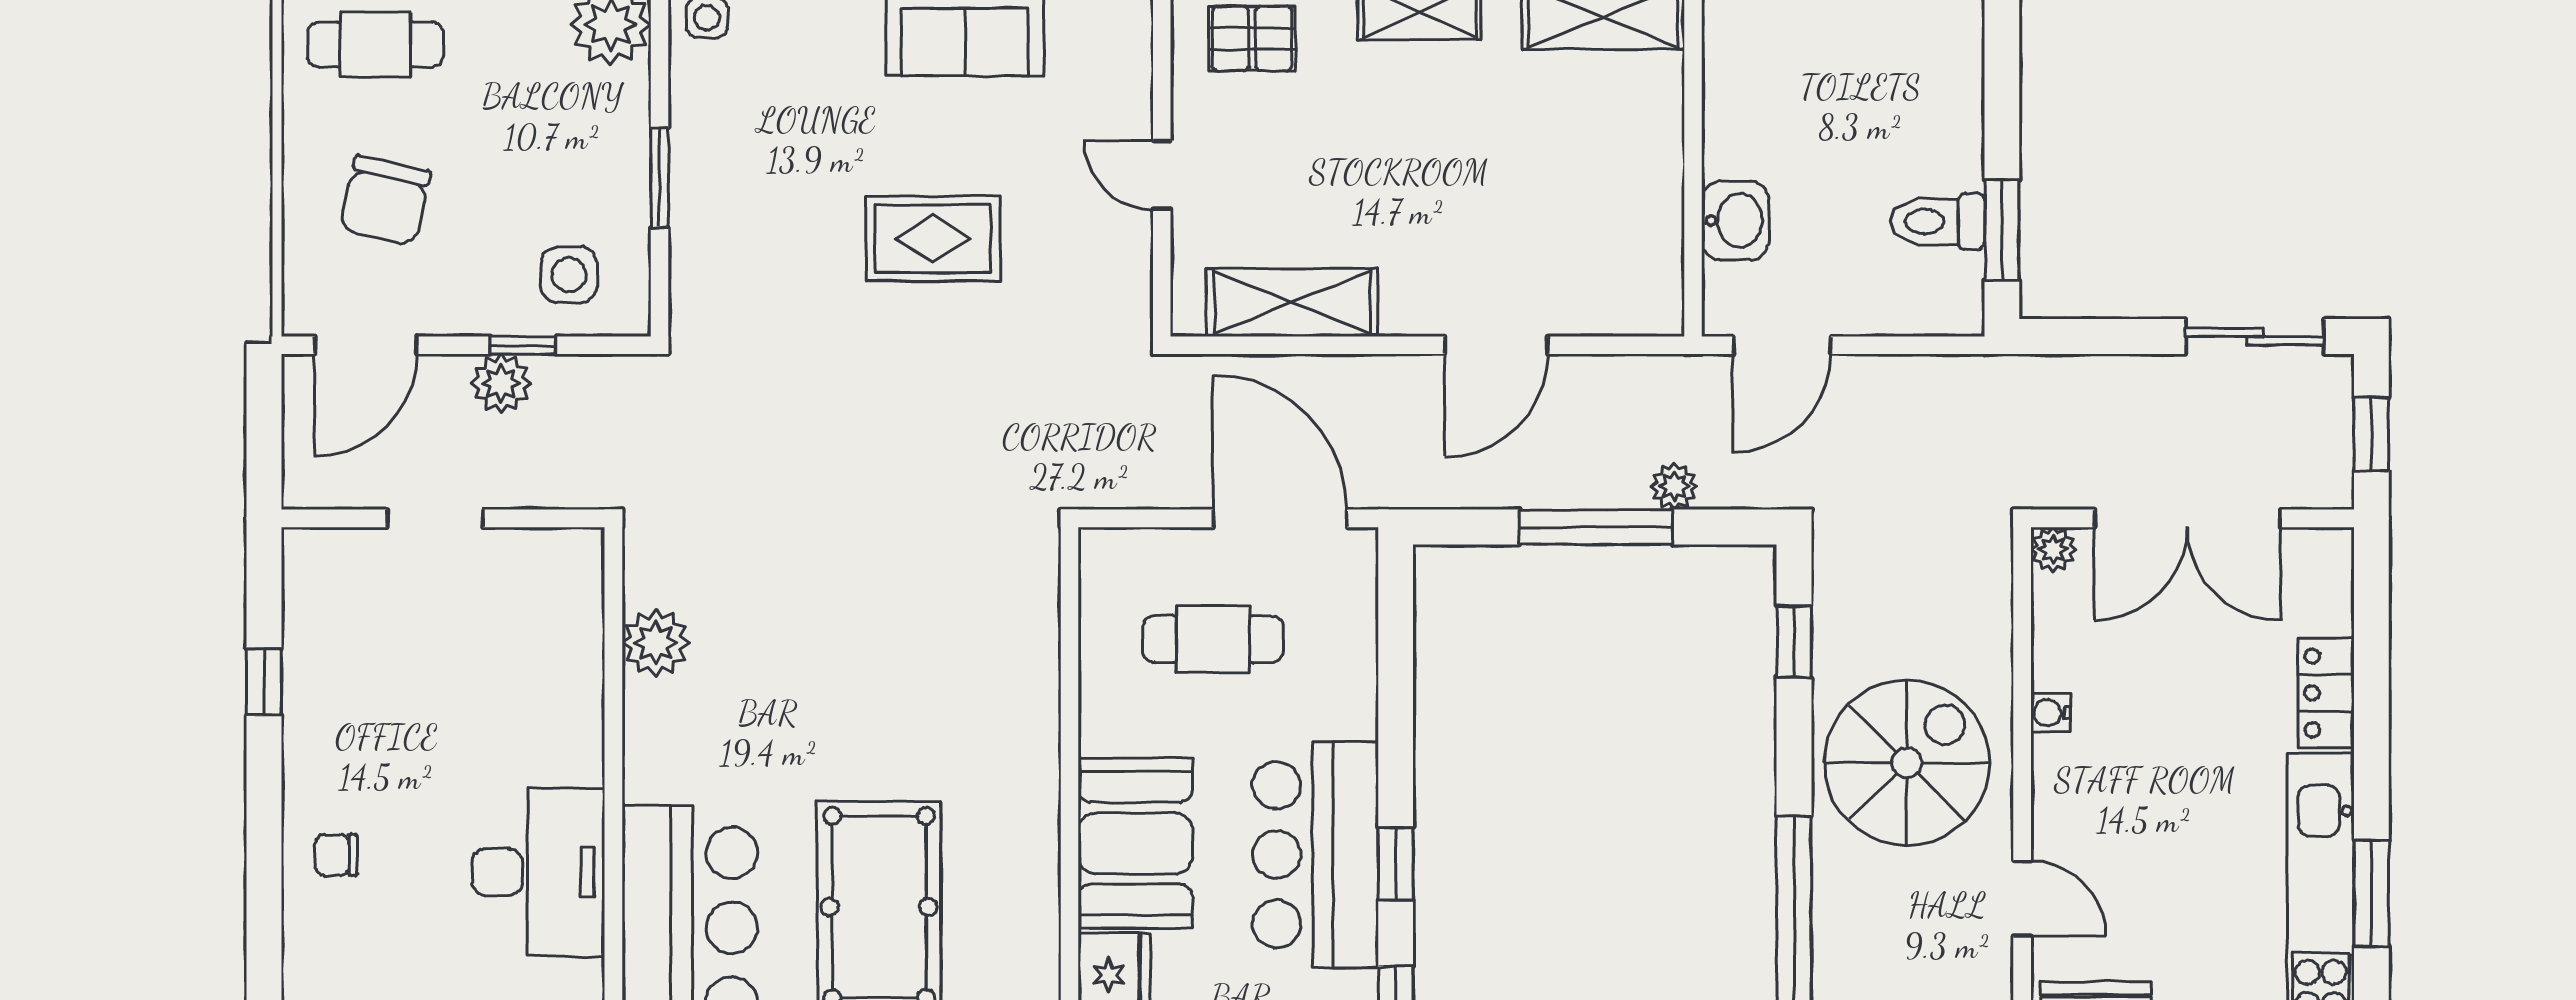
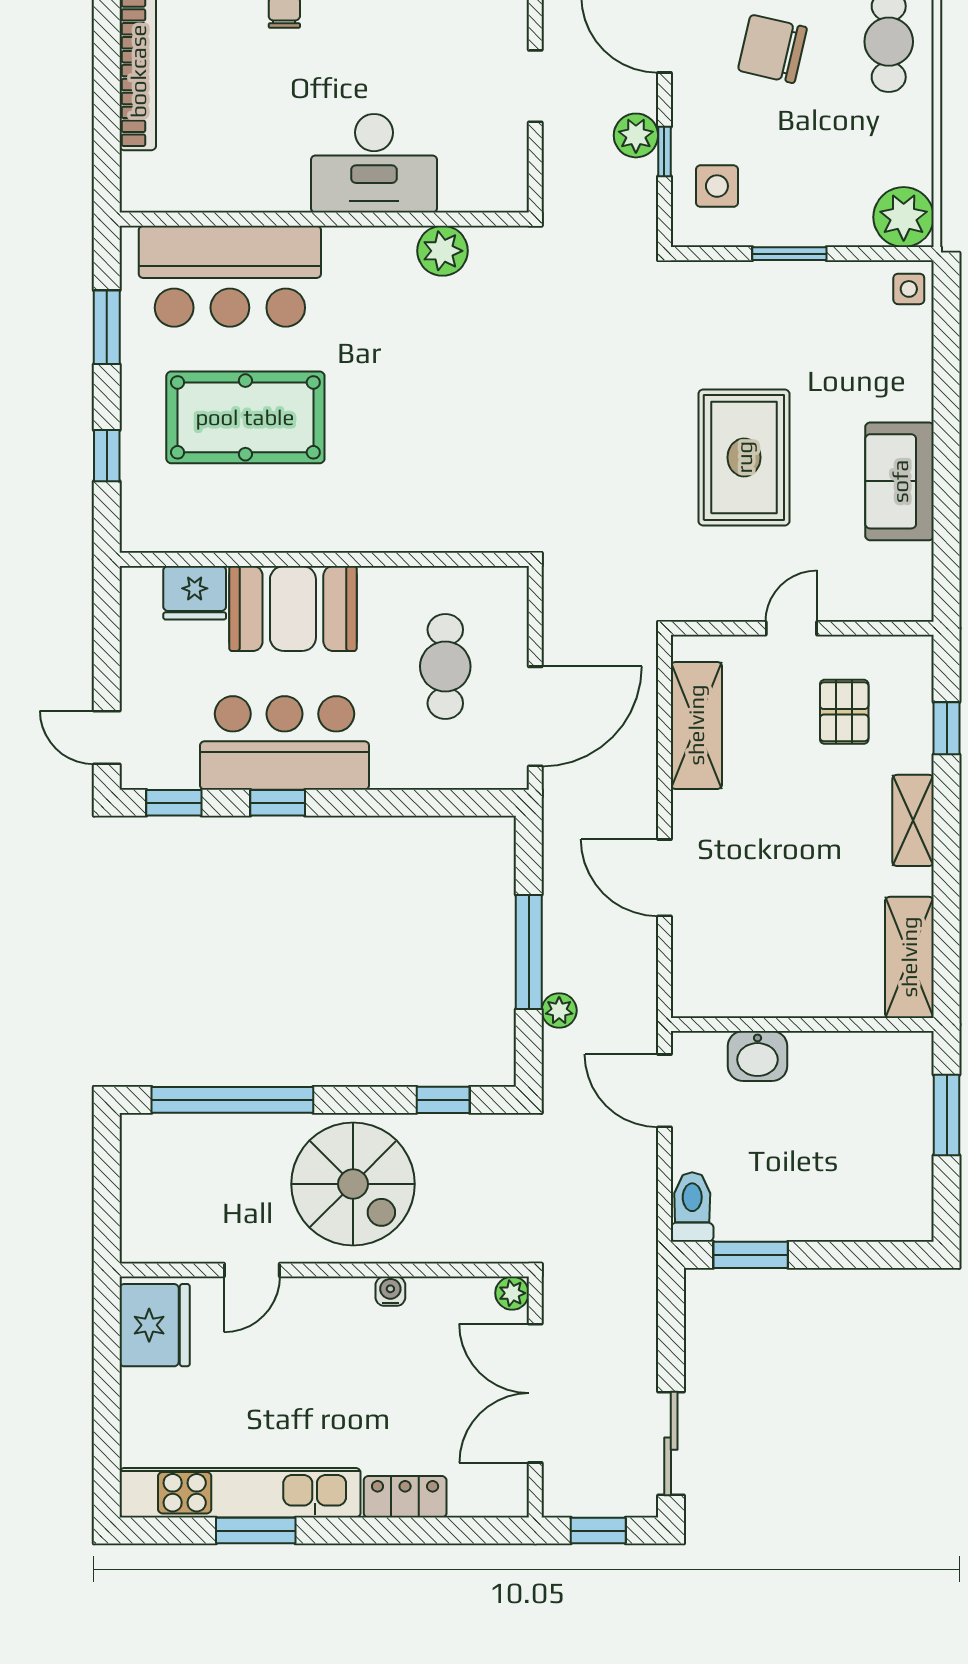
pallet: (1252, 39) -> (844, 712), moved
toilet: (1938, 221) -> (692, 1207), moved
rug: (933, 239) -> (744, 457), width x1.36, depth x1.43
desk: (538, 872) -> (374, 163), moved

